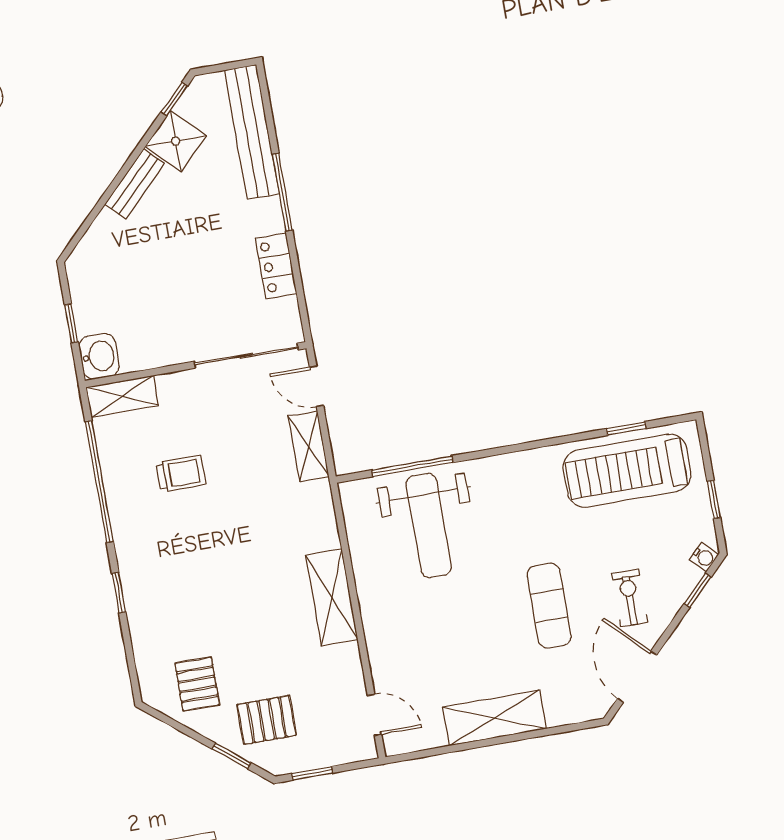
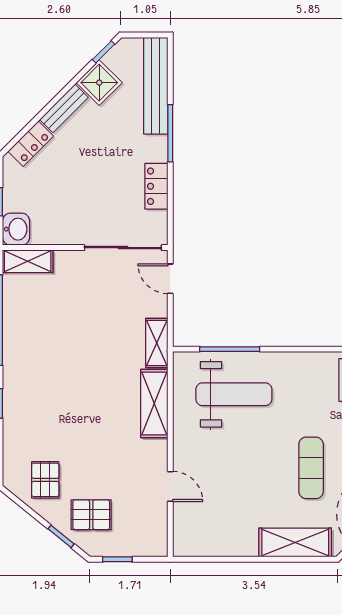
locker: (98, 239) -> (31, 144), added
shelving: (309, 446) -> (157, 343), moved
trolley: (181, 474) -> (61, 325), removed
weight bench: (429, 525) -> (234, 394), turned -90
shelving: (332, 597) -> (154, 403), moved
door: (374, 715) -> (170, 486), moved
shelving: (495, 718) -> (295, 543), moved

